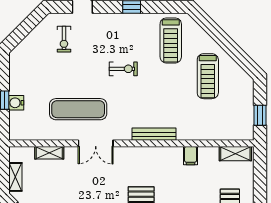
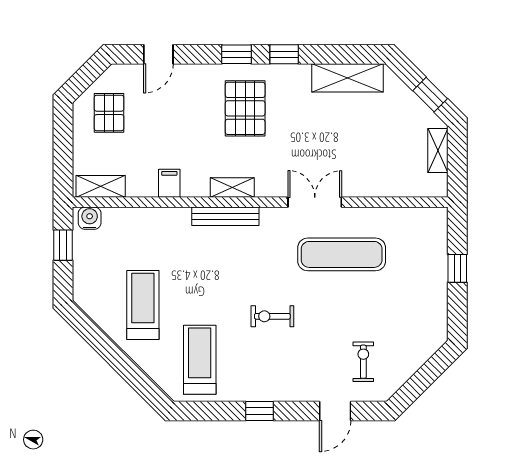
water cooler: (16, 103) -> (90, 218), moved, turned -90
shelving: (49, 153) -> (232, 188), moved

